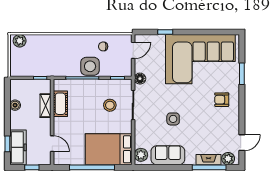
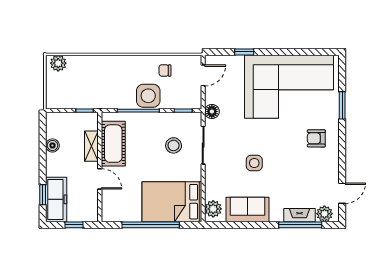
cot: (60, 104) -> (113, 144), width x1.37, depth x1.34
door: (52, 144) -> (100, 179), moved

